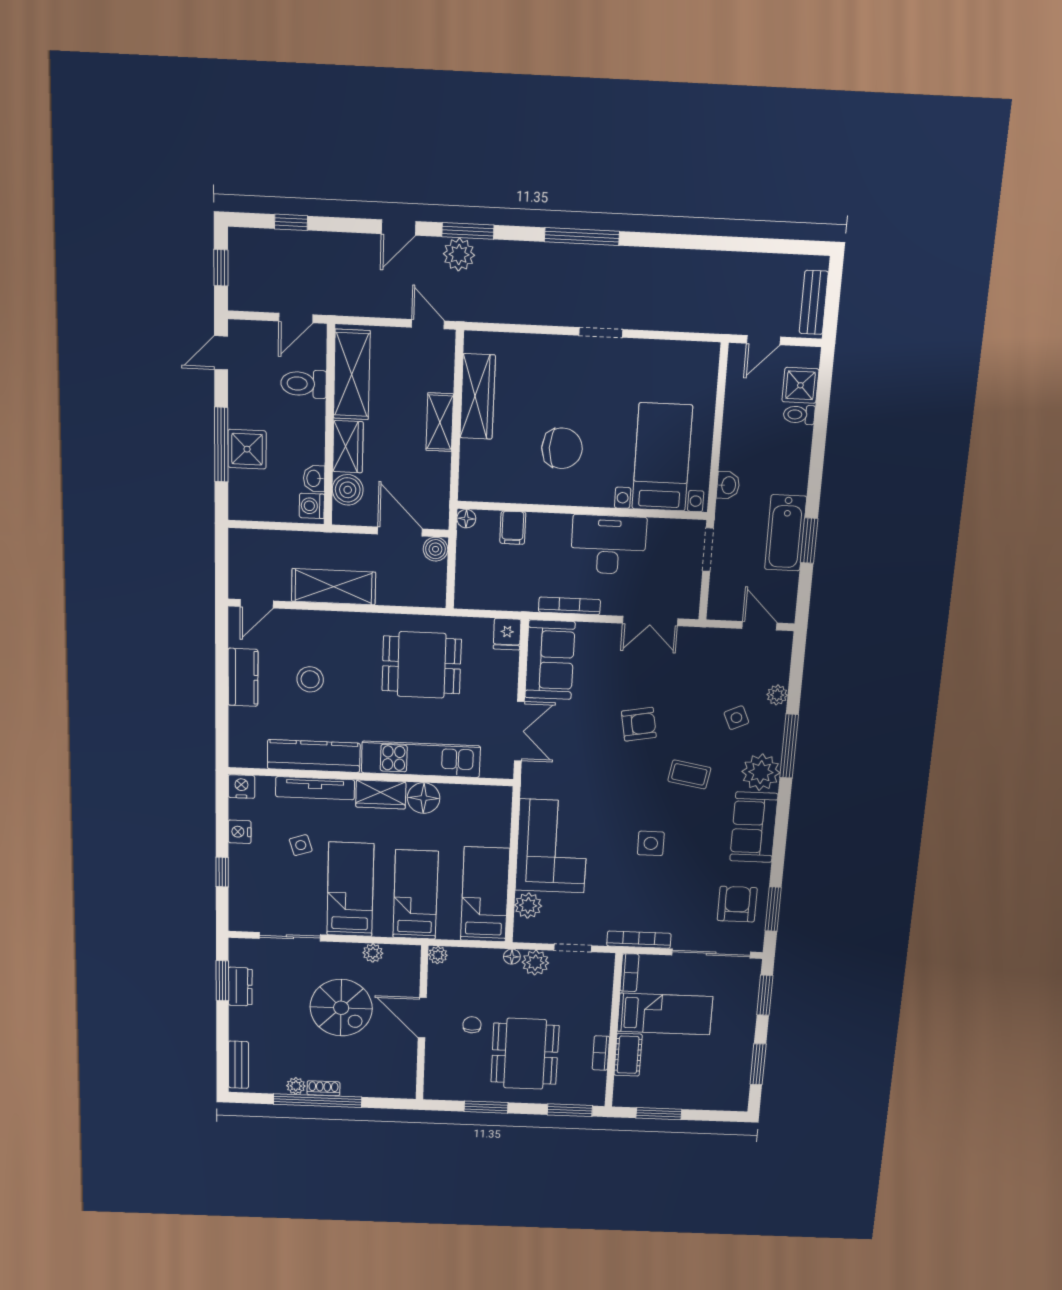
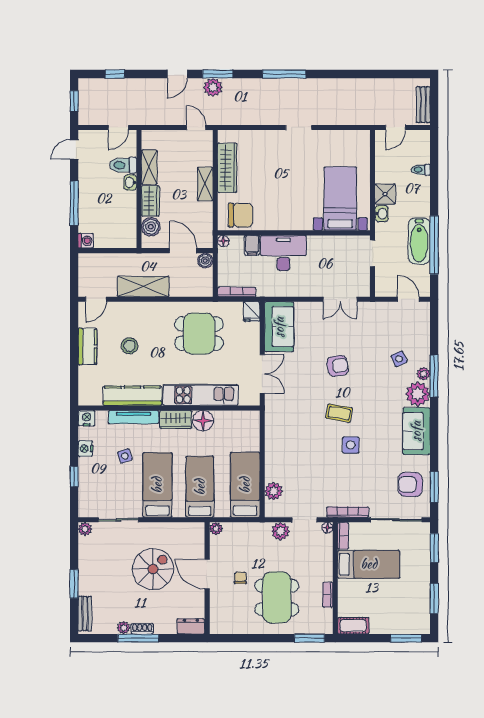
shelving: (352, 375) -> (149, 167), width x0.67, depth x0.75
shower: (800, 385) -> (385, 194), moved
chair: (562, 448) -> (241, 215), moved
shower: (247, 449) -> (90, 205), removed
washbasin: (314, 478) -> (130, 182), moved
washing machine: (312, 506) -> (86, 241), moved, turned 180
window: (809, 541) -> (434, 245), width x2.11
desk: (608, 545) -> (283, 253), moved
bookcase: (569, 606) -> (237, 292), moved
plant: (777, 695) -> (423, 374), moved
coffee table: (689, 774) -> (339, 413), moved
corner sofa: (552, 846) -> (287, 450), removed
armchair: (737, 904) -> (410, 484), turned -90
plant: (373, 953) -> (85, 529), moved
floor lamp: (512, 957) -> (327, 528), moved
window: (222, 981) -> (74, 584), moved
dresser: (240, 987) -> (191, 626), moved, turned -90
spiral stairs: (341, 1008) -> (153, 569), turned -90
cot: (628, 1055) -> (353, 626), moved, turned 90
window: (318, 1101) -> (138, 638), width x0.68
window: (486, 1107) -> (252, 638), removed
window: (659, 1114) -> (406, 638), moved

